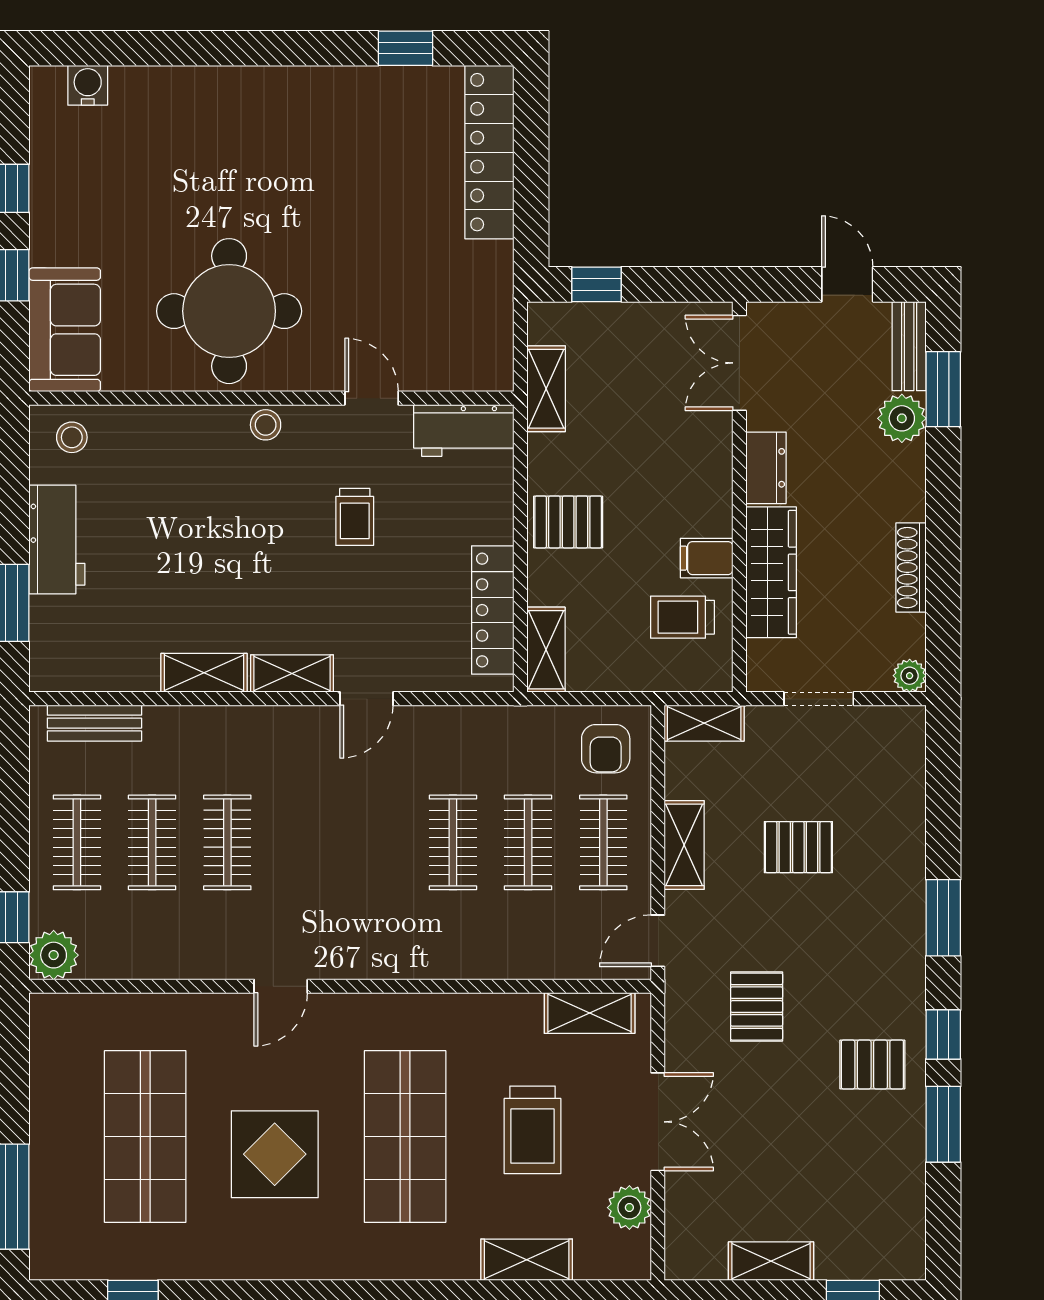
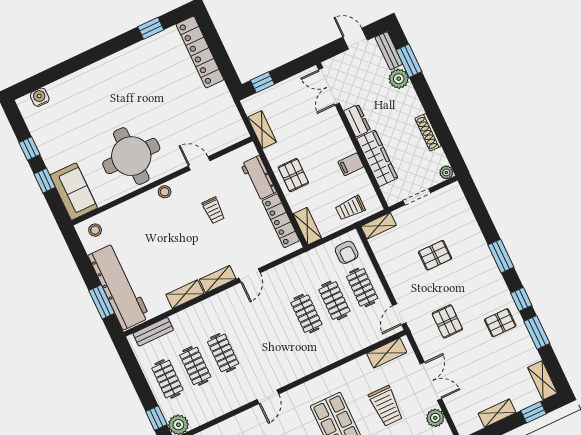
workbench: (464, 430) -> (259, 178), moved, turned 90
pallet: (568, 522) -> (293, 175), turned 90
workbench: (57, 540) -> (119, 286), width x1.87, depth x1.32
trolley: (682, 617) -> (350, 208), moved
shelving: (684, 845) -> (543, 380), moved

